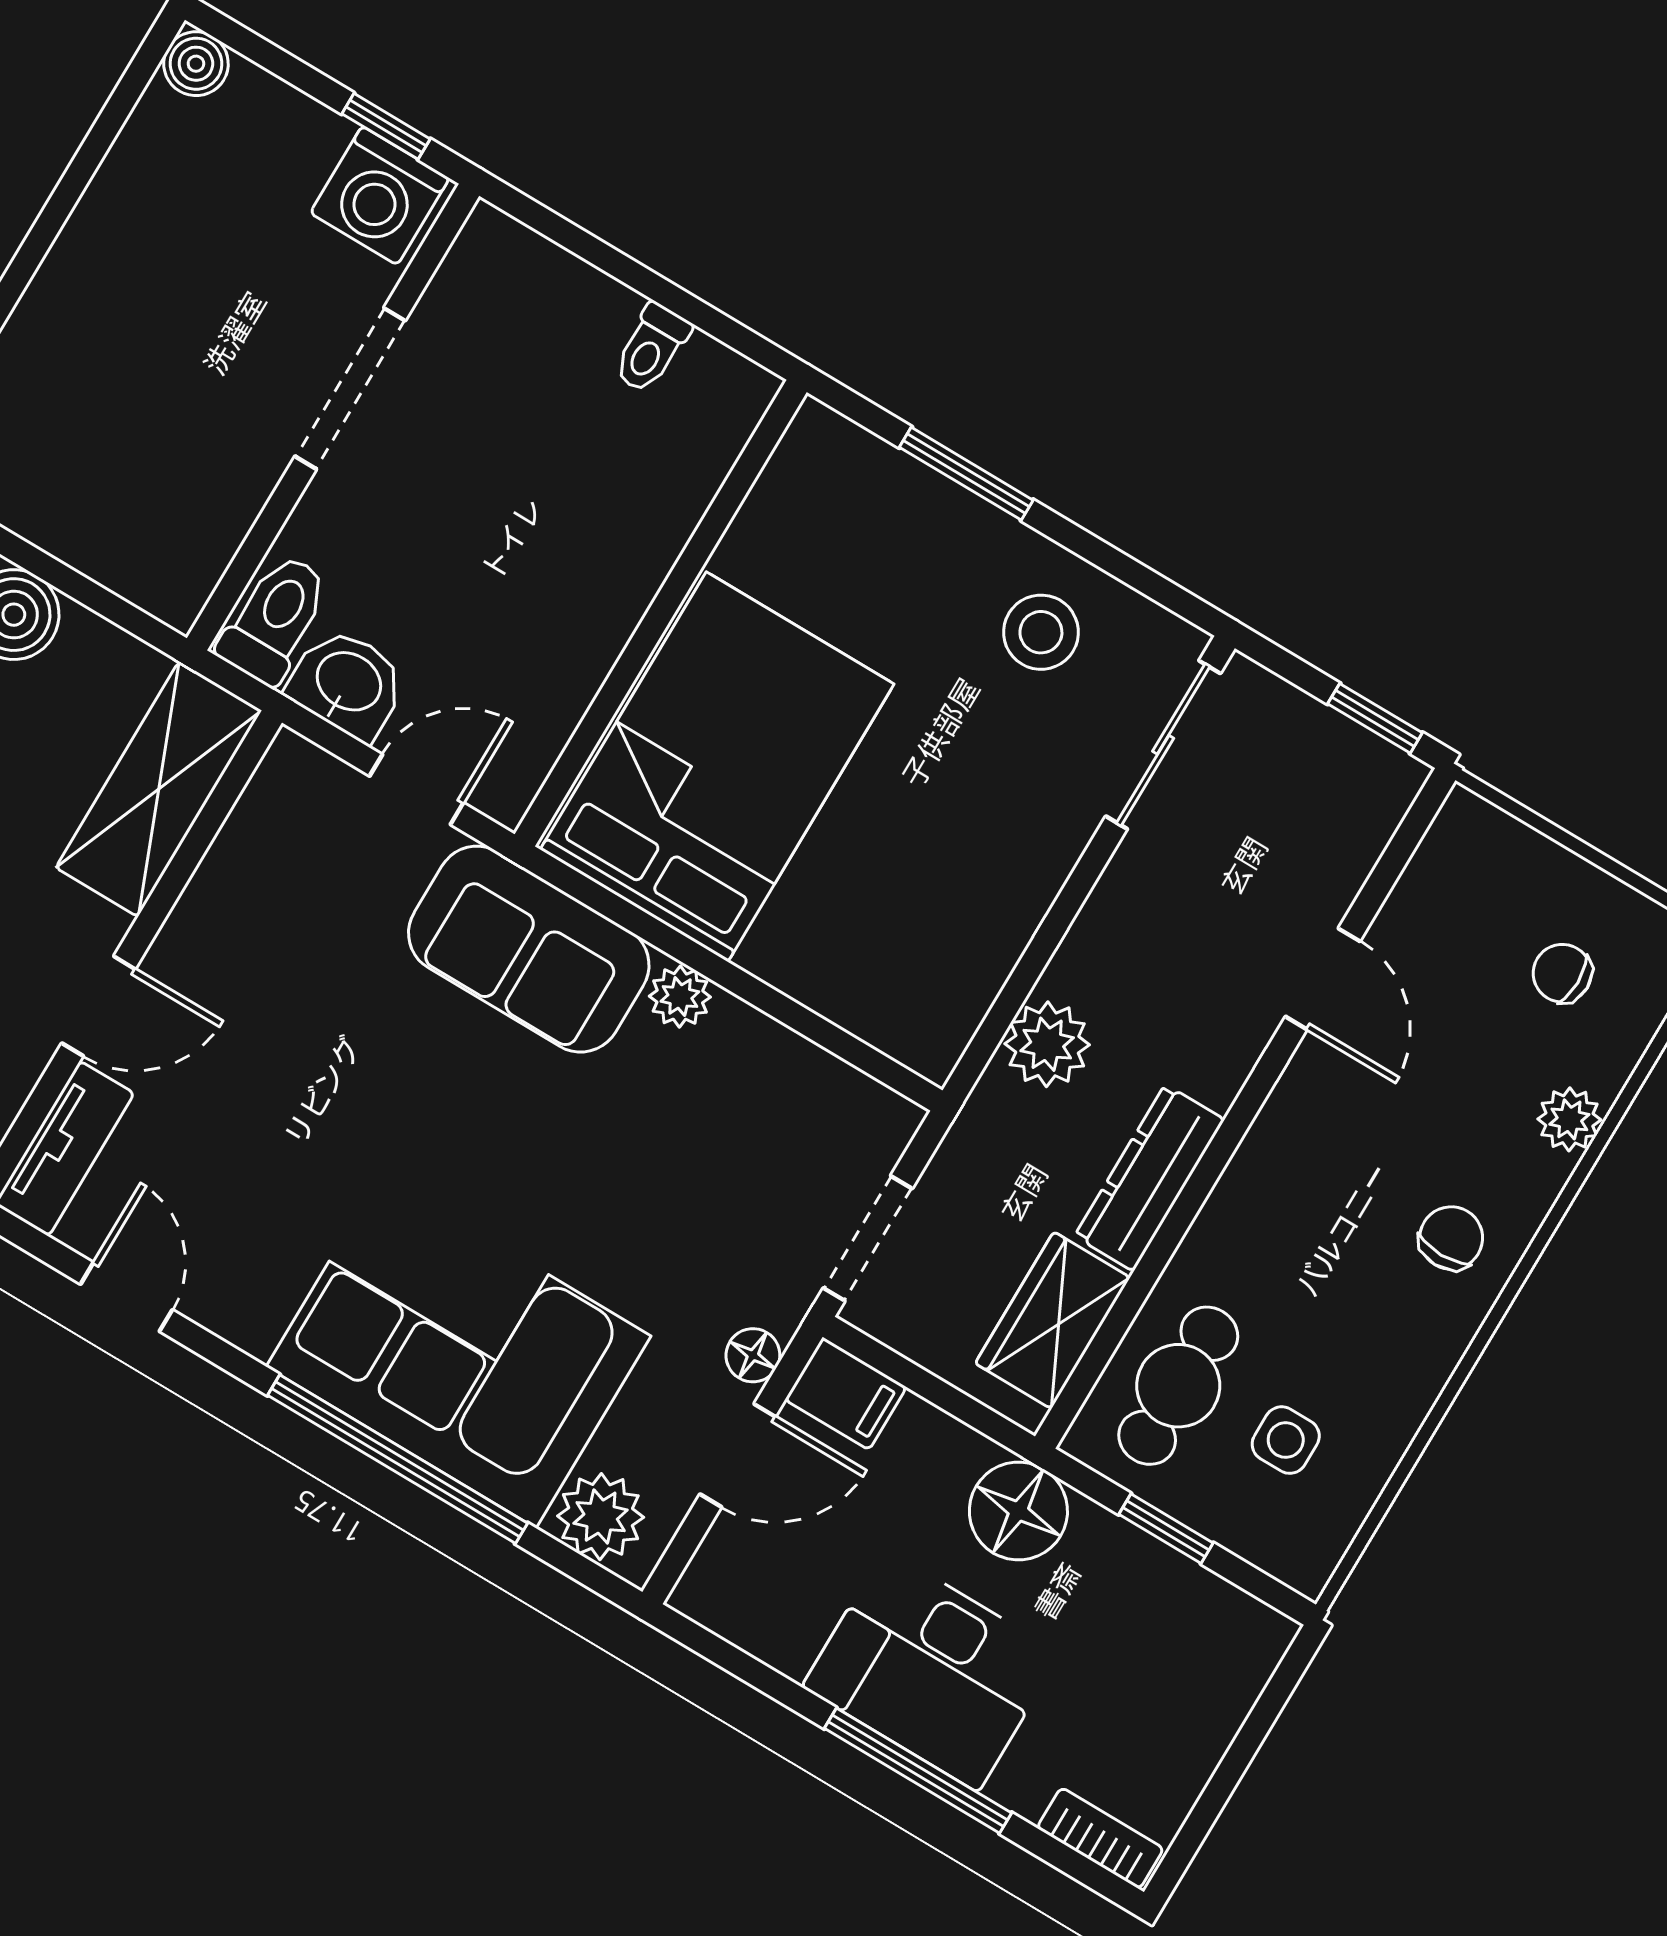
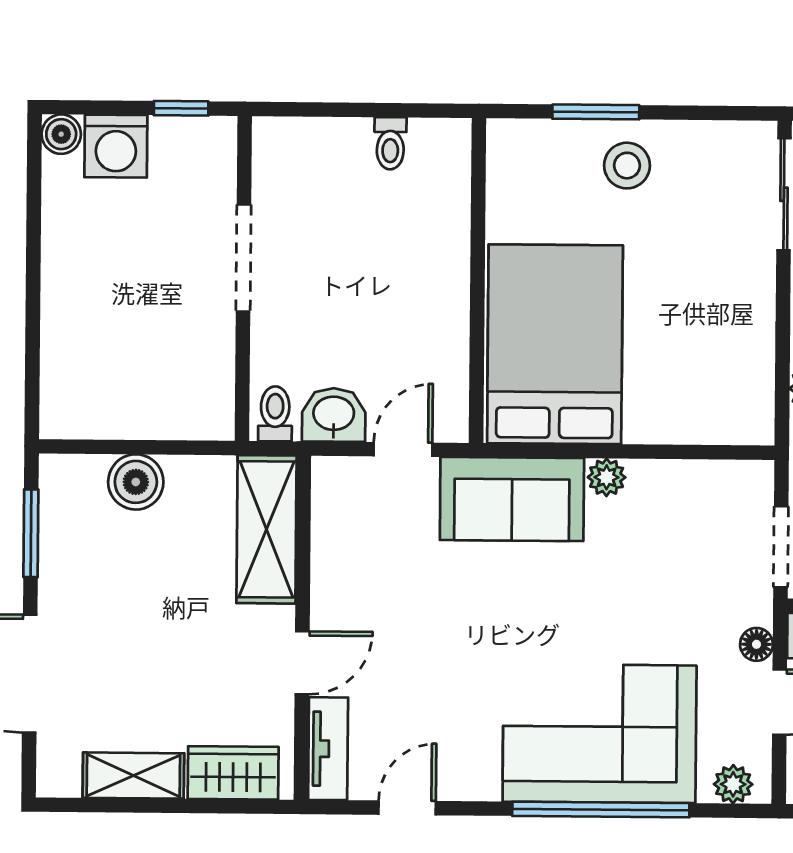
washing machine: (380, 196) -> (116, 146), moved
toilet: (275, 619) -> (275, 414), width x0.73, depth x0.72
stool: (1041, 632) -> (627, 166), moved
door: (126, 1297) -> (407, 808), hinge flipped
plant: (601, 1517) -> (733, 784), width x0.73, depth x0.73

